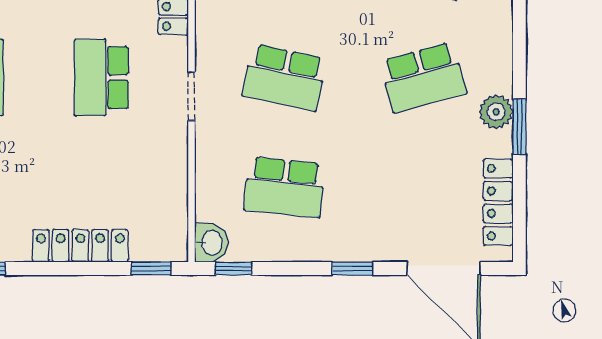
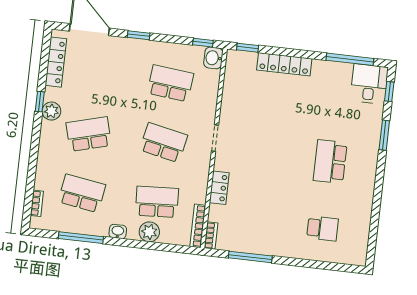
school desk: (101, 77) -> (263, 154), removed
window: (519, 127) -> (40, 102), width x0.67

